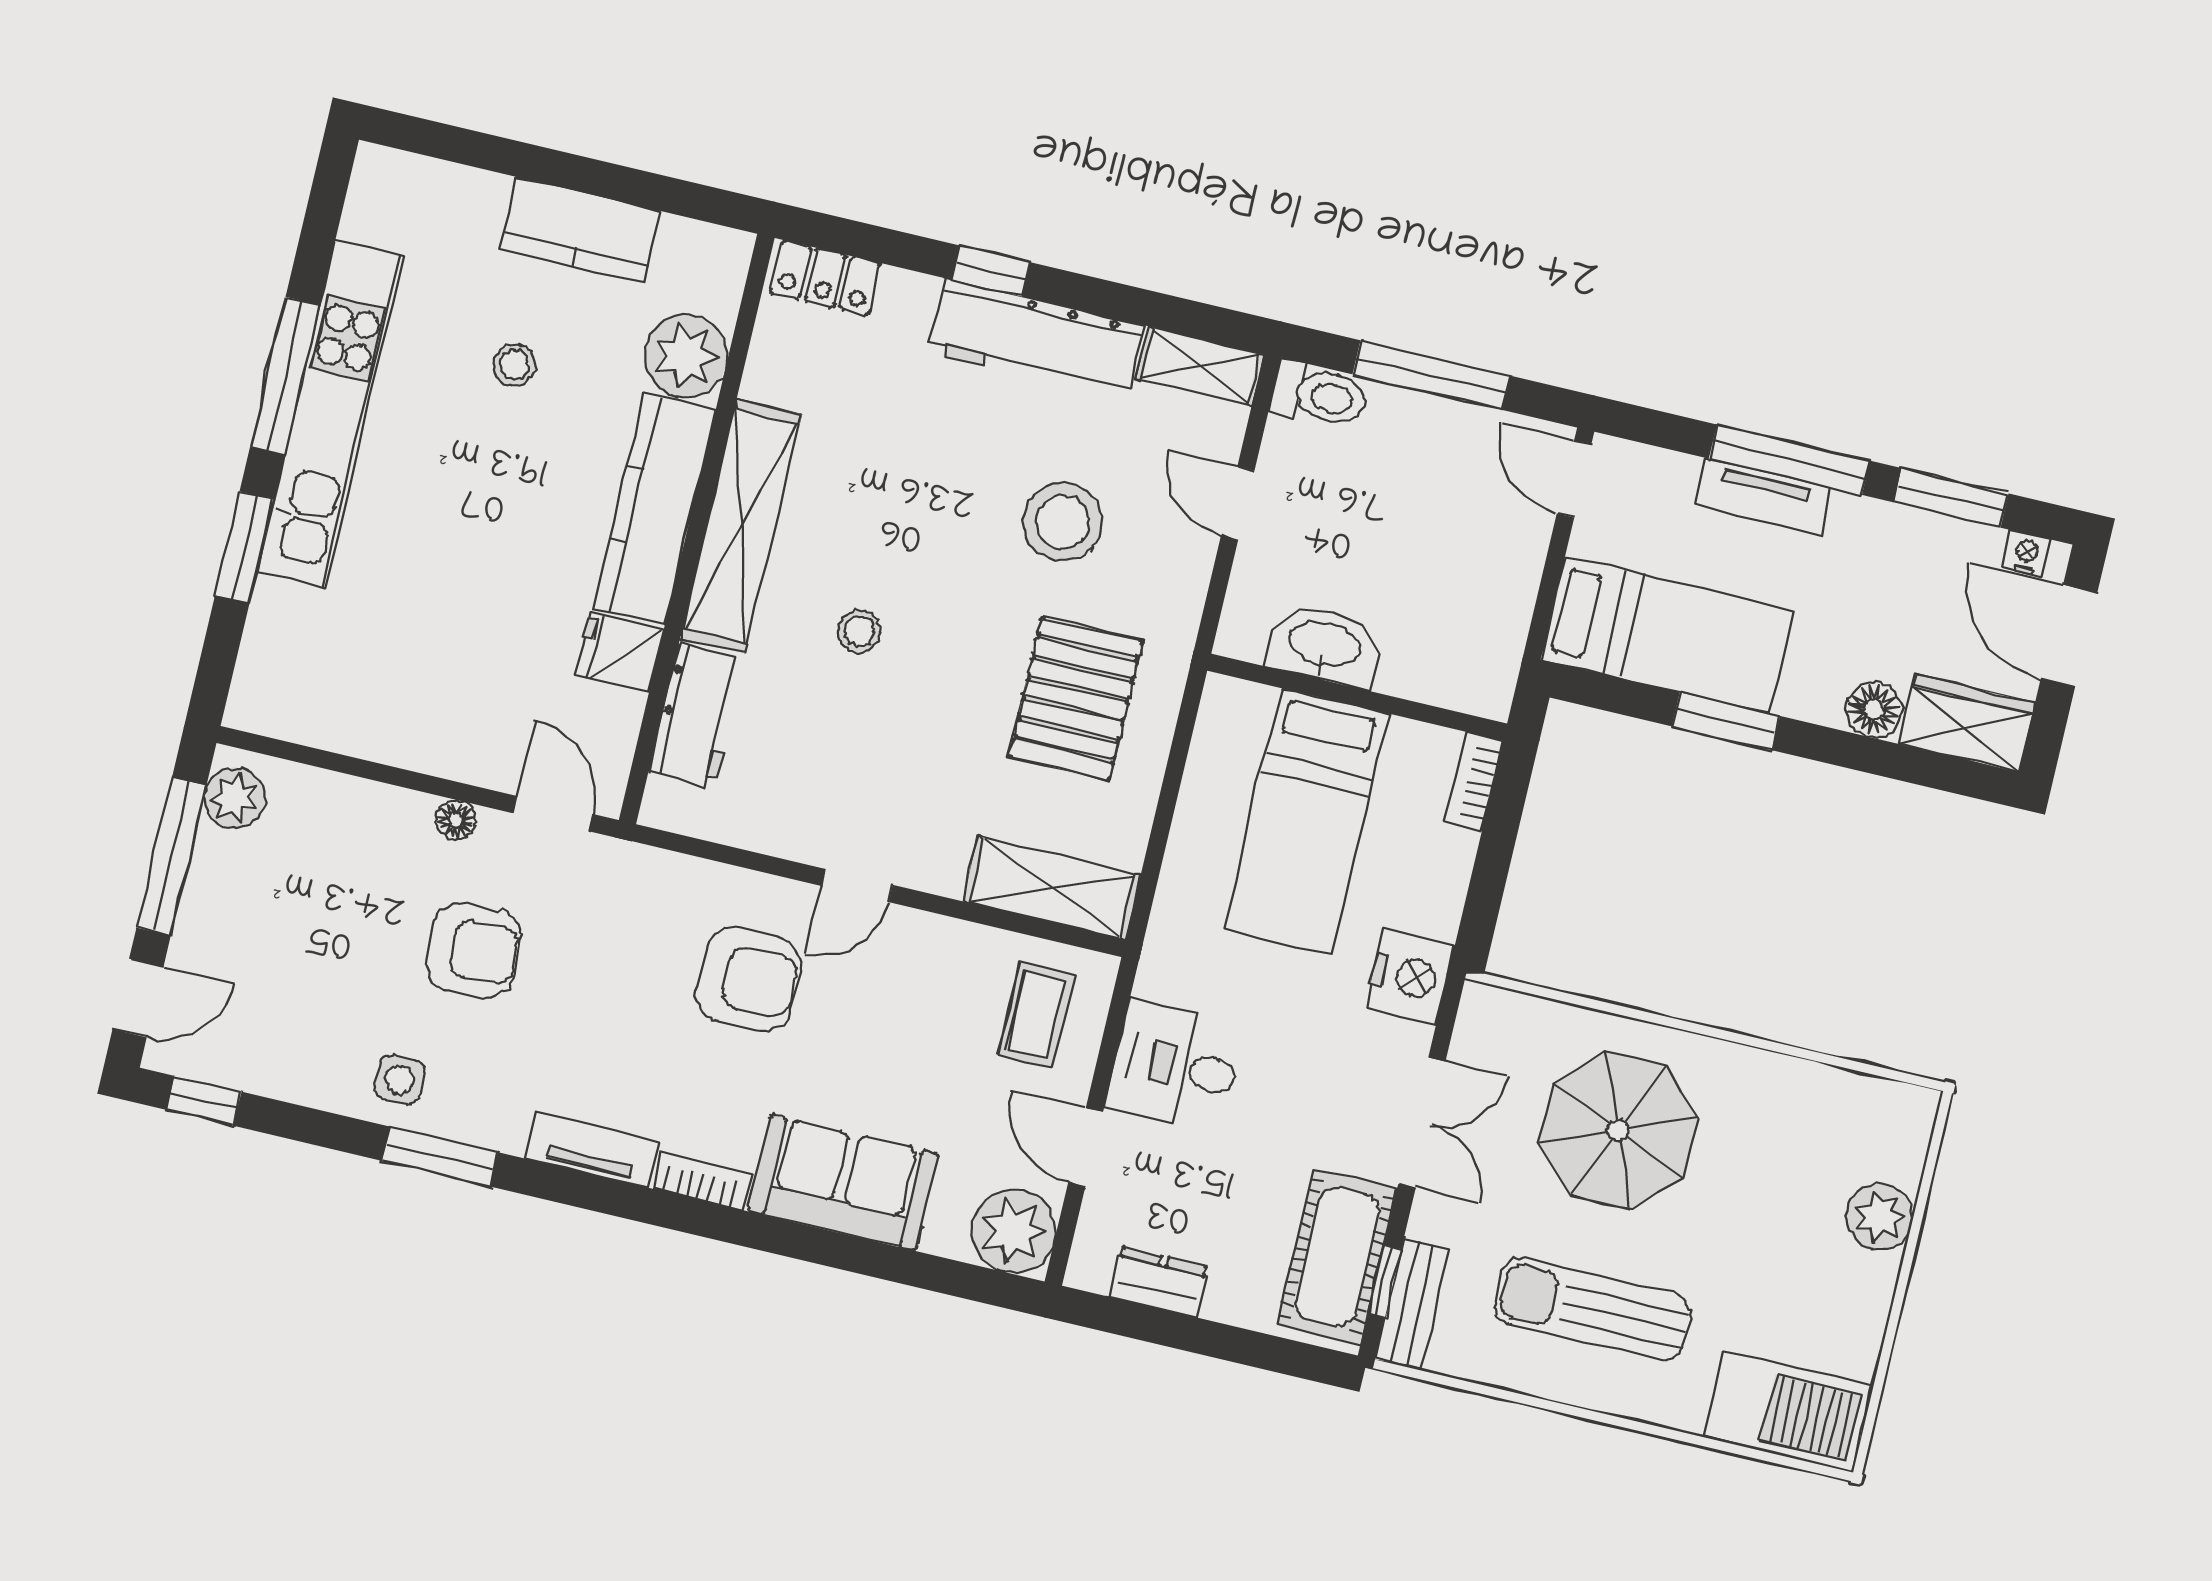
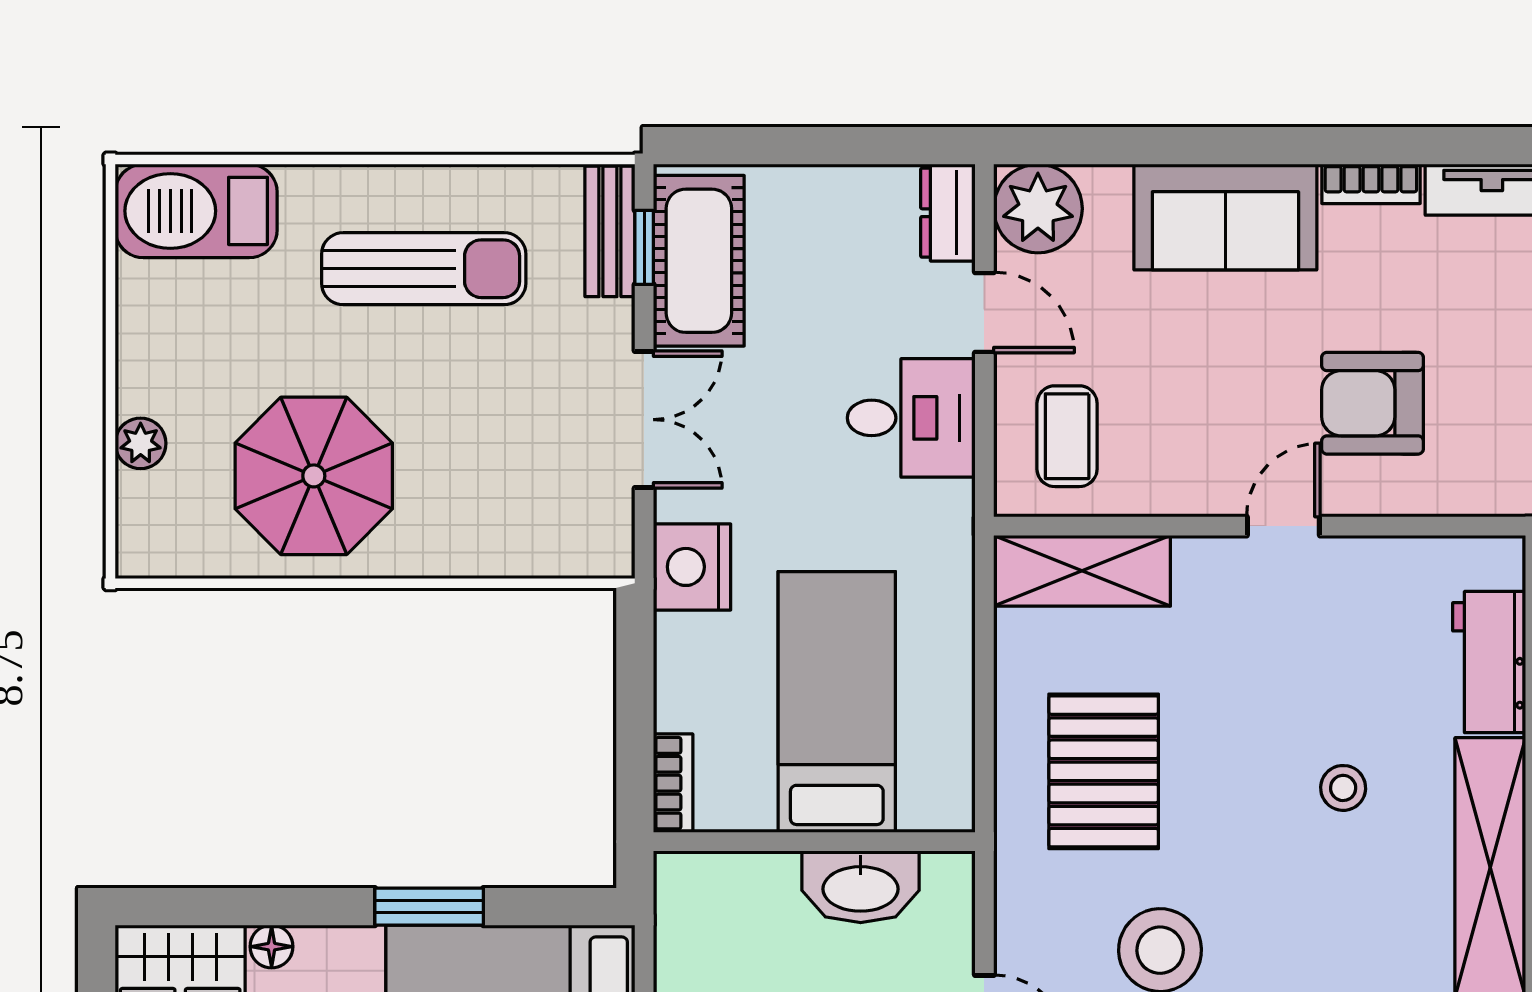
floor lamp: (1874, 710) -> (272, 947), width x0.73, depth x0.73
double door: (1422, 1123) -> (644, 420), swing flipped
parasol: (1618, 1130) -> (314, 476), moved
plant: (1880, 1217) -> (141, 443), width x0.73, depth x0.73
dresser: (1159, 1282) -> (948, 213), moved, turned 90

